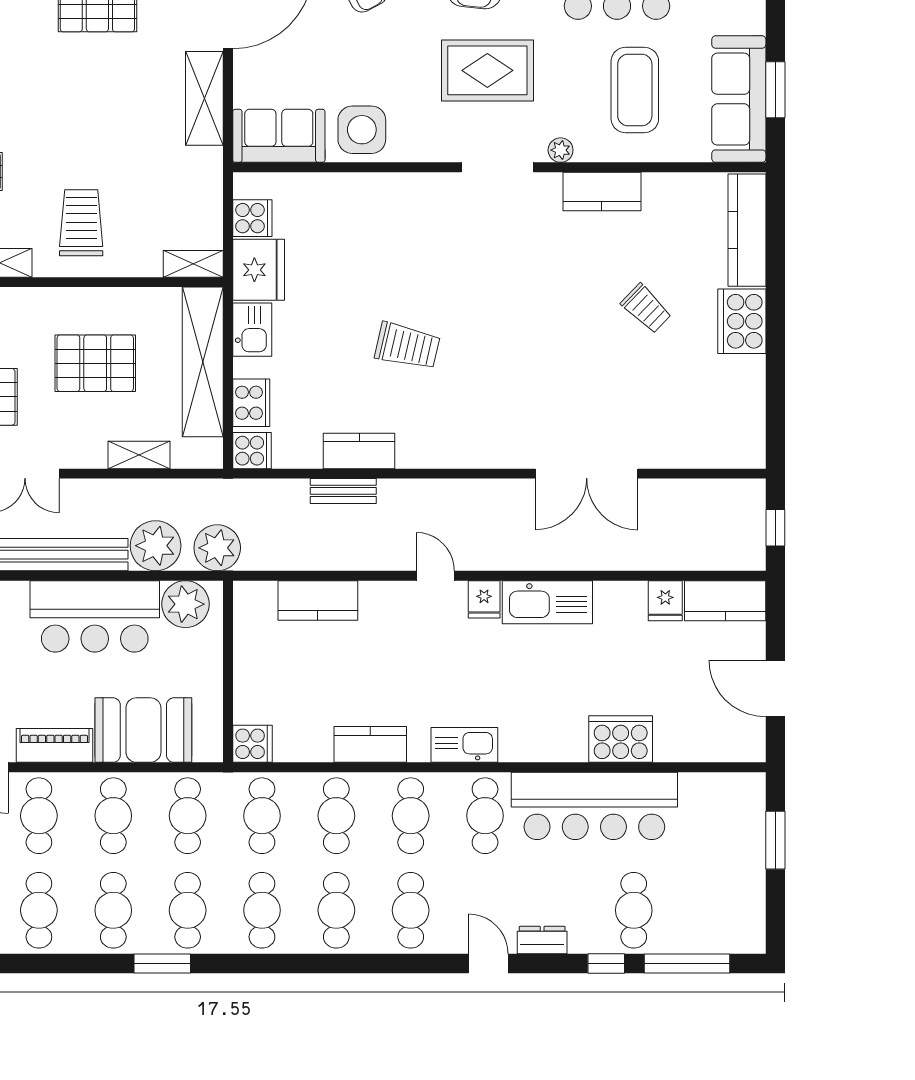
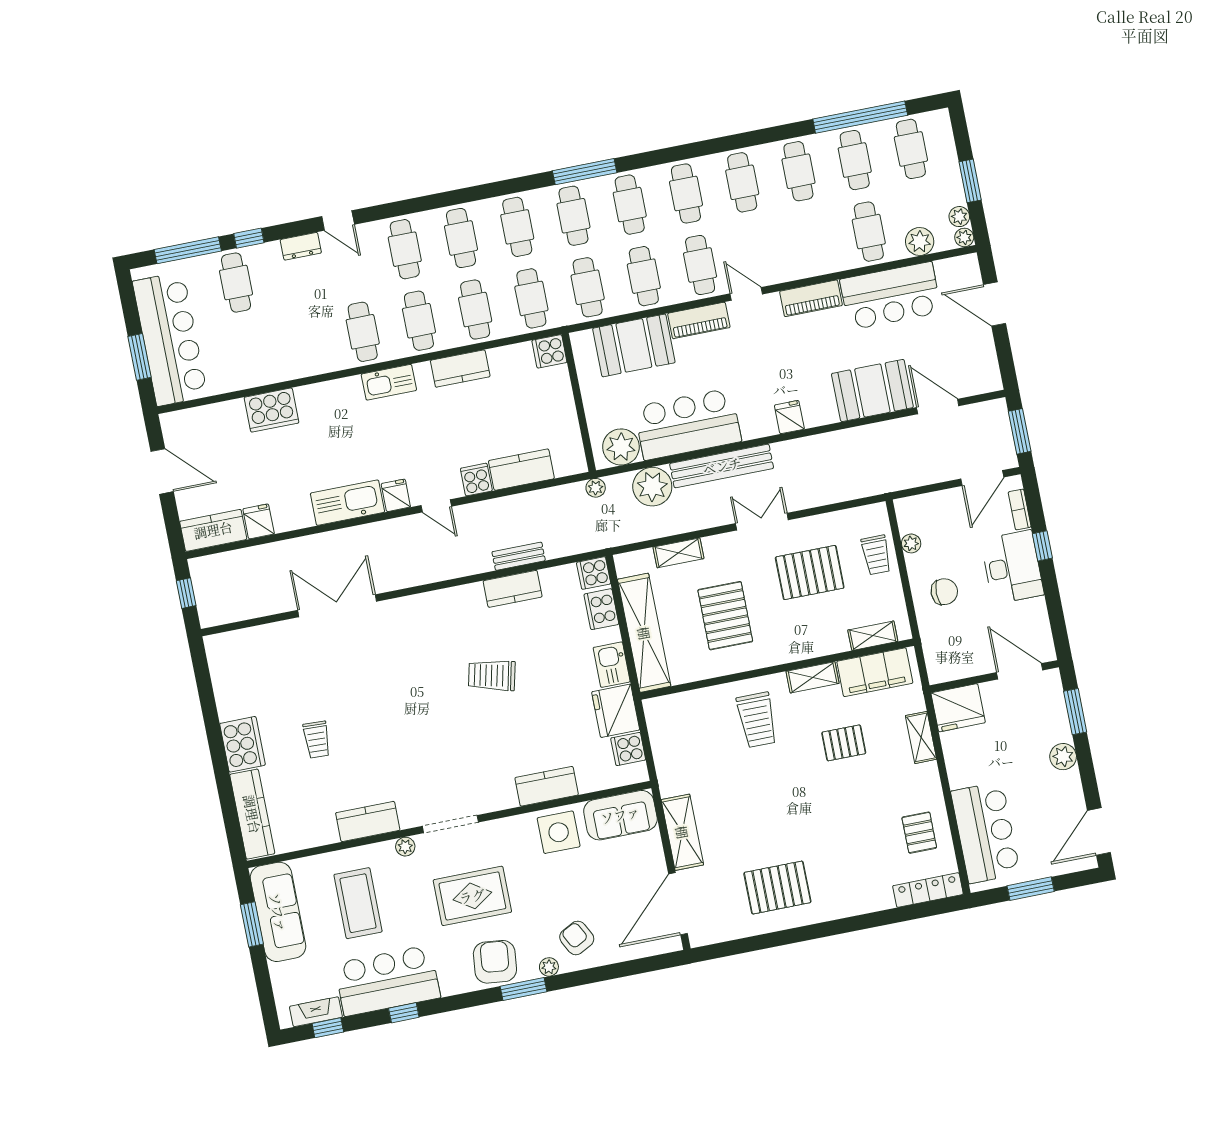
kitchen counter: (366, 191) -> (547, 786), added
shelving: (193, 264) -> (666, 706), removed
trolley: (646, 308) -> (317, 740), turned -132
pallet: (95, 363) -> (725, 616), turned 90
plant: (217, 548) -> (596, 488), width x0.53, depth x0.53
cooker: (378, 599) -> (476, 480), added
bar counter: (594, 806) -> (170, 339), moved, turned 90
window: (162, 964) -> (585, 172), width x1.44

